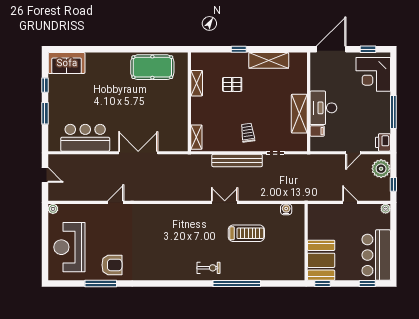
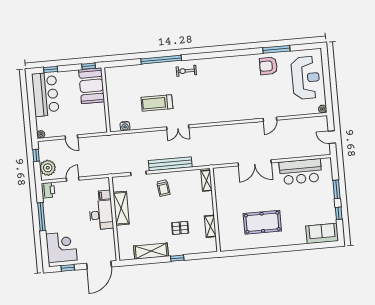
pool table: (152, 67) -> (262, 222), moved

